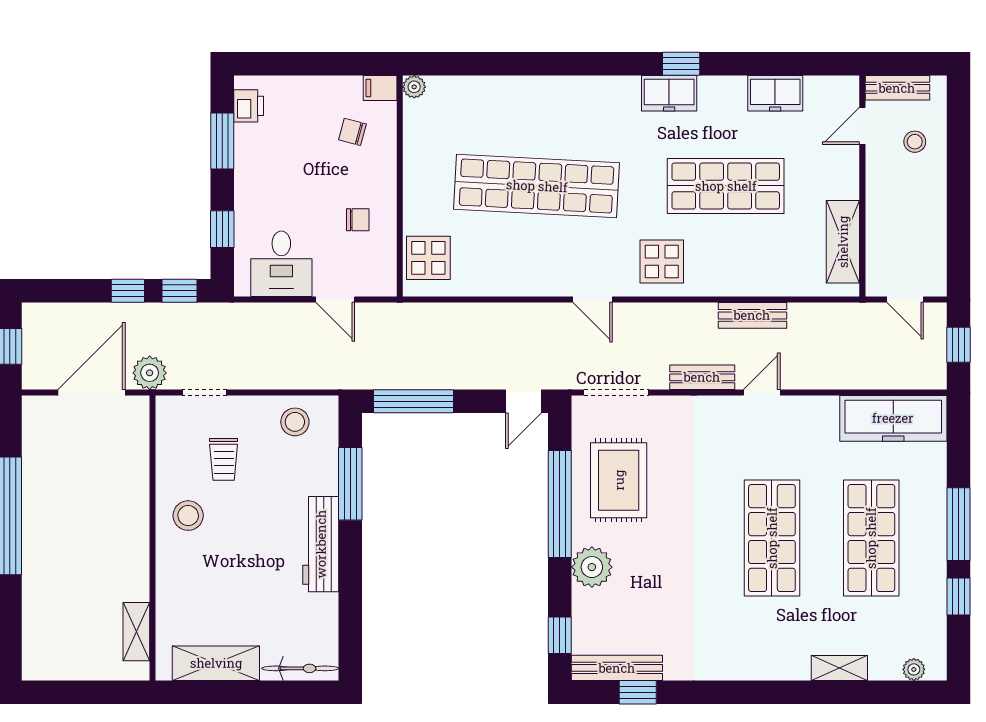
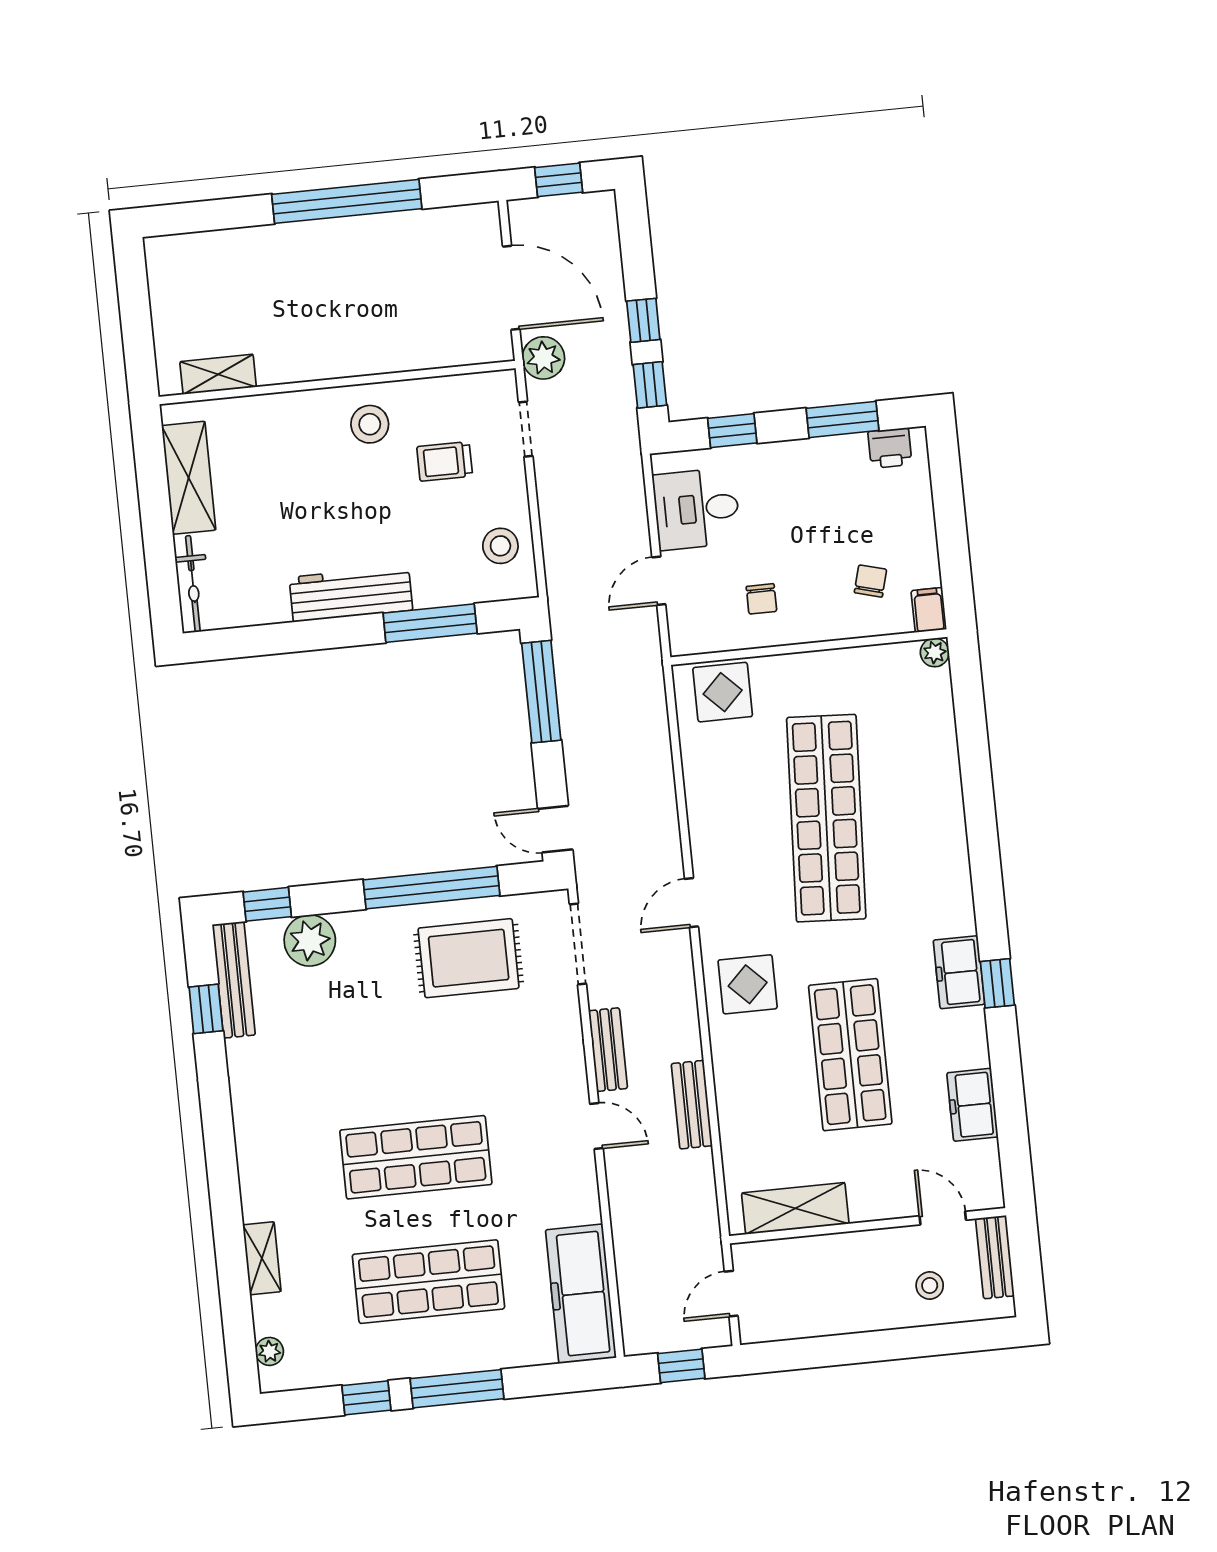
plant: (592, 567) -> (310, 940), moved

